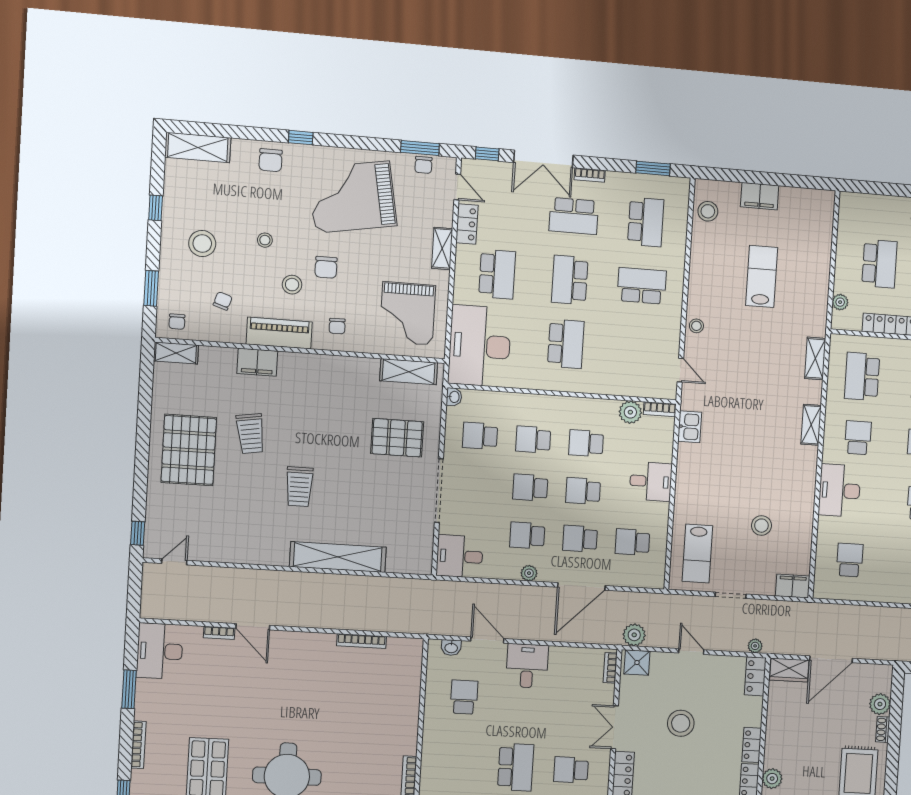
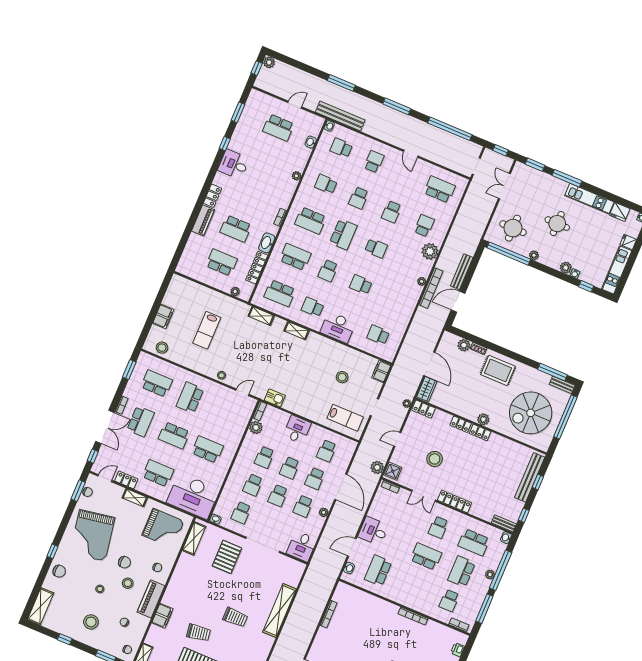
lab bench: (762, 276) -> (207, 330), turned -90
school desk: (464, 697) -> (378, 571), width x1.85

